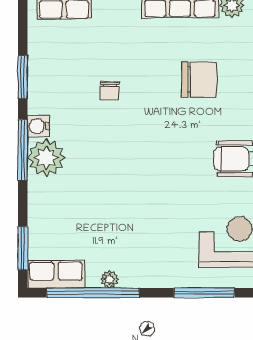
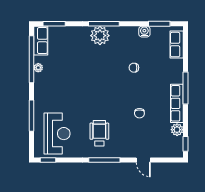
window: (23, 77) -> (159, 24), moved
chair: (199, 80) -> (139, 113), width x0.54, depth x0.54
water cooler: (38, 126) -> (144, 32), moved

